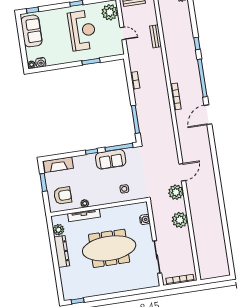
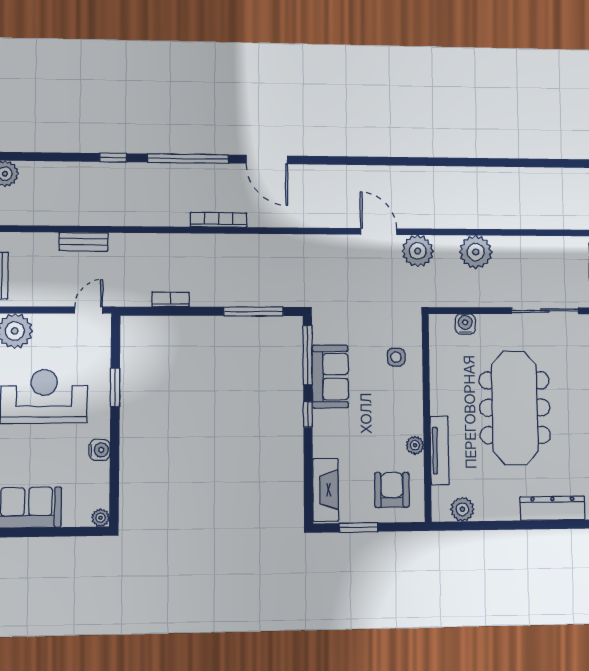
door: (123, 33) -> (89, 310), moved
water cooler: (41, 62) -> (100, 450), moved
dresser: (62, 251) -> (553, 508), moved

